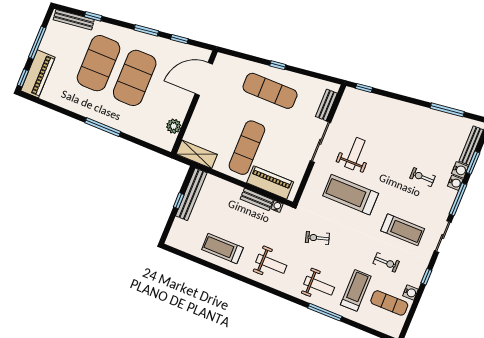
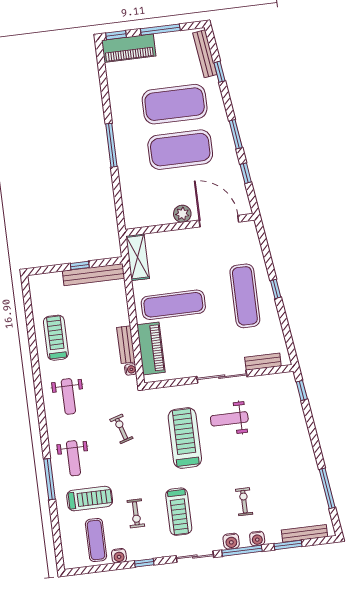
plant: (174, 126) -> (182, 214), moved
weight bench: (355, 154) -> (229, 419), turned 180
water cooler: (460, 170) -> (231, 541), moved

